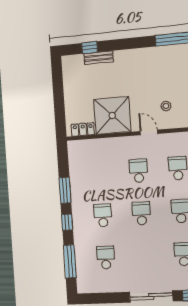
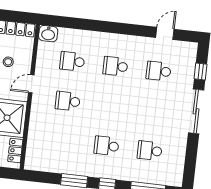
school desk: (141, 213) -> (111, 106), removed

